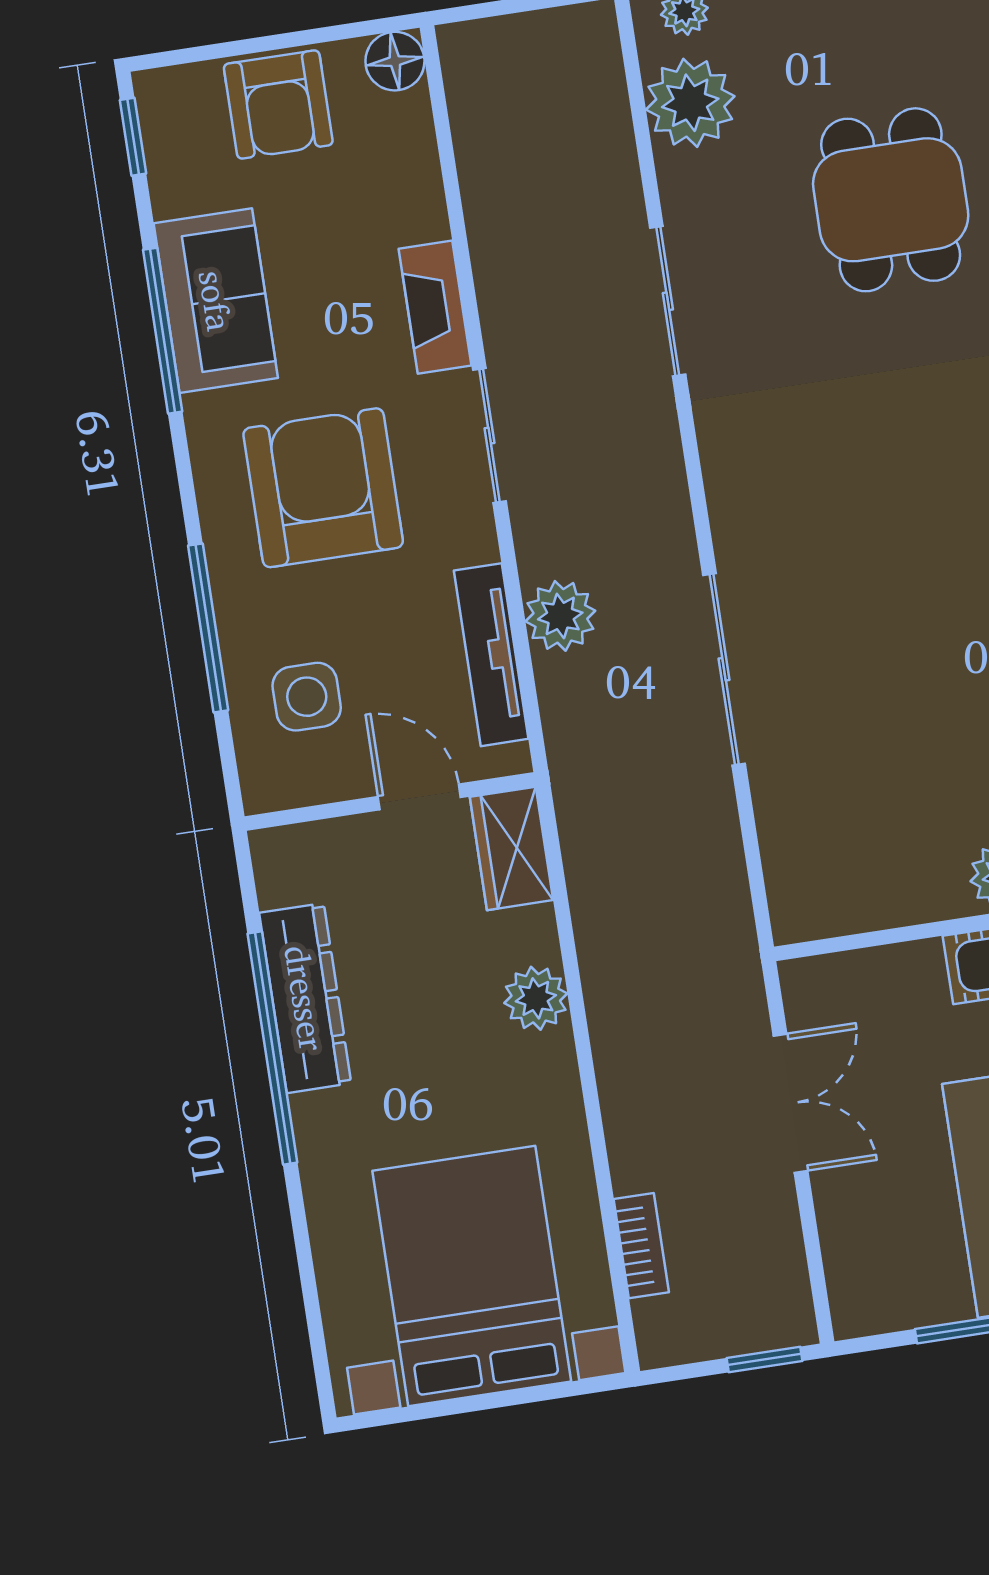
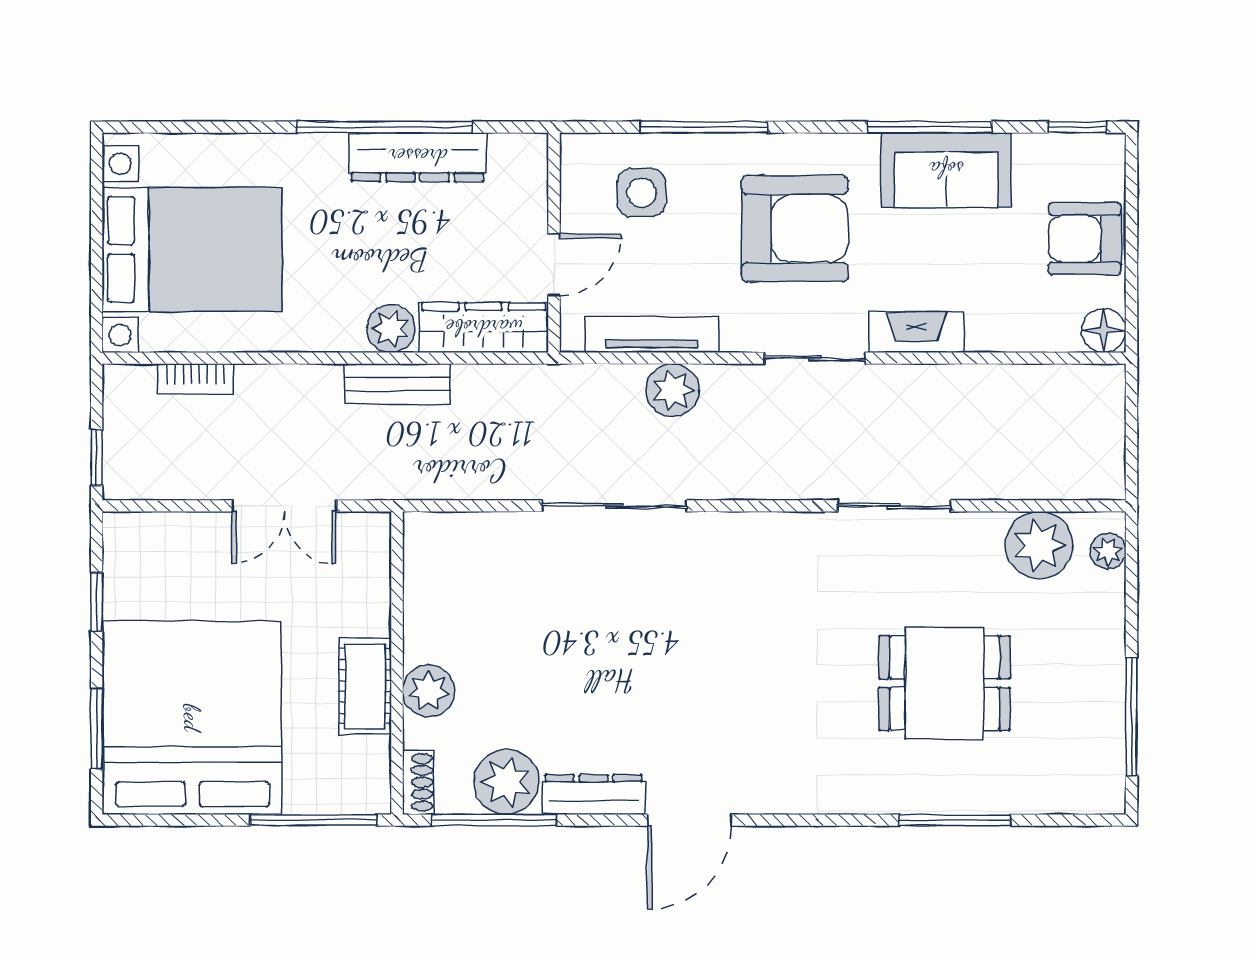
wardrobe: (511, 848) -> (484, 328), width x1.50
bench: (607, 979) -> (397, 384), added

